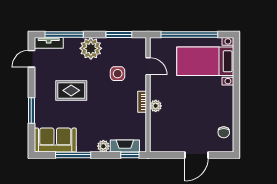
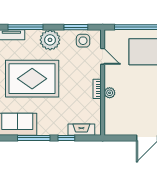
side table: (118, 74) -> (83, 41), moved
rug: (71, 90) -> (32, 79), width x1.86, depth x2.06
plant: (103, 146) -> (62, 130), removed
window: (130, 155) -> (66, 138), moved

